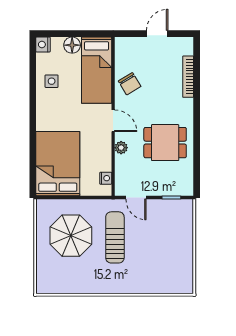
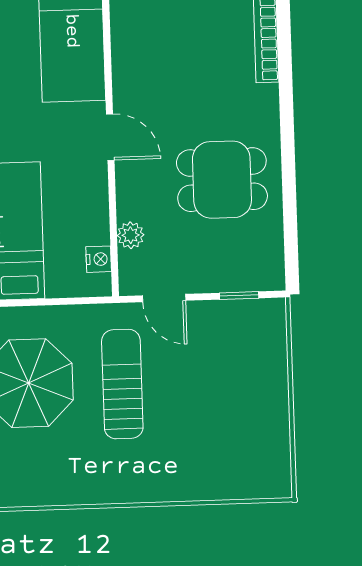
chair: (130, 84) -> (143, 57), removed
plant: (121, 148) -> (131, 235), moved

